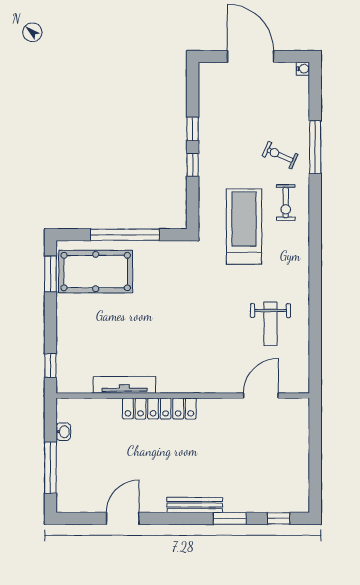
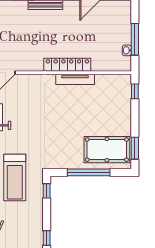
window: (193, 165) -> (47, 191), moved
tv unit: (124, 385) -> (75, 79), moved
window: (50, 468) -> (135, 39), moved

